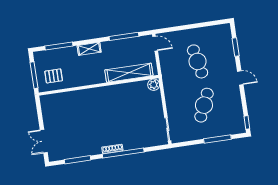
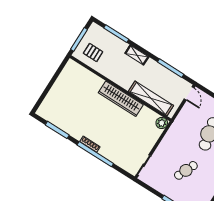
wardrobe: (106, 93) -> (121, 99), added
cafe table: (204, 105) -> (186, 170), width x0.73, depth x0.74
double door: (44, 141) -> (44, 95), removed

